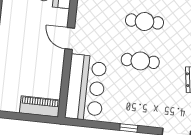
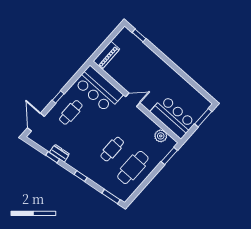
cafe table: (140, 61) -> (71, 112), moved

